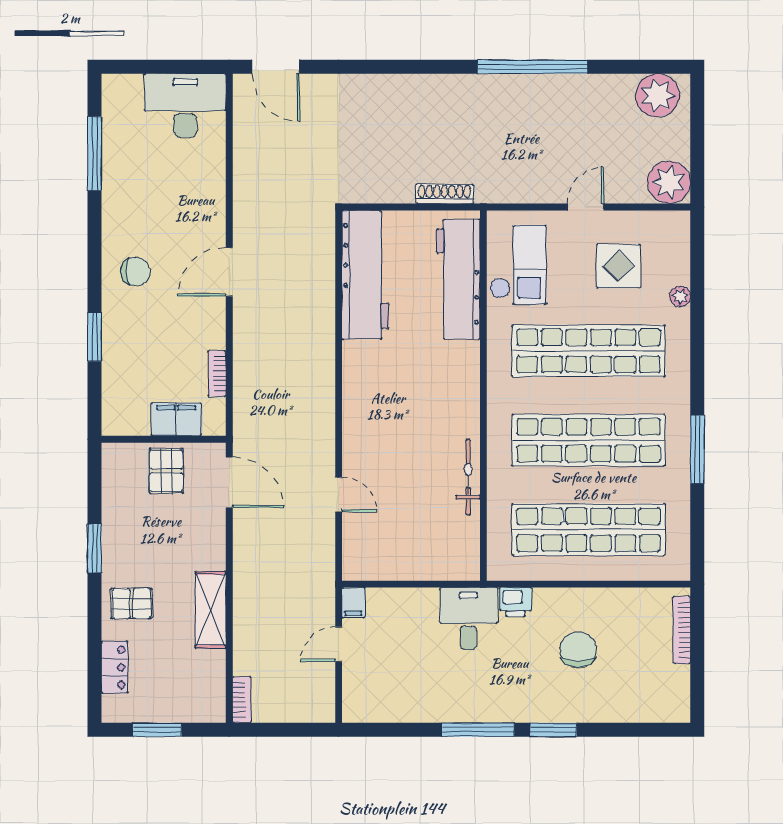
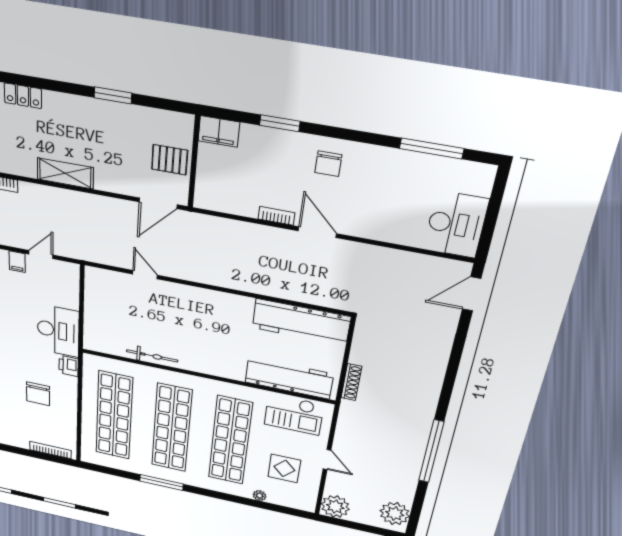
bookcase: (217, 373) -> (276, 216), moved
filing cabinet: (176, 419) -> (219, 131), moved, turned 90
door: (339, 494) -> (145, 275), swing flipped
pallet: (132, 603) -> (70, 117), removed
filing cabinet: (353, 603) -> (17, 262), moved, turned -90
desk: (469, 618) -> (58, 331), width x1.37
door: (339, 644) -> (41, 255), hinge flipped
chair: (578, 650) -> (38, 394), turned 90

